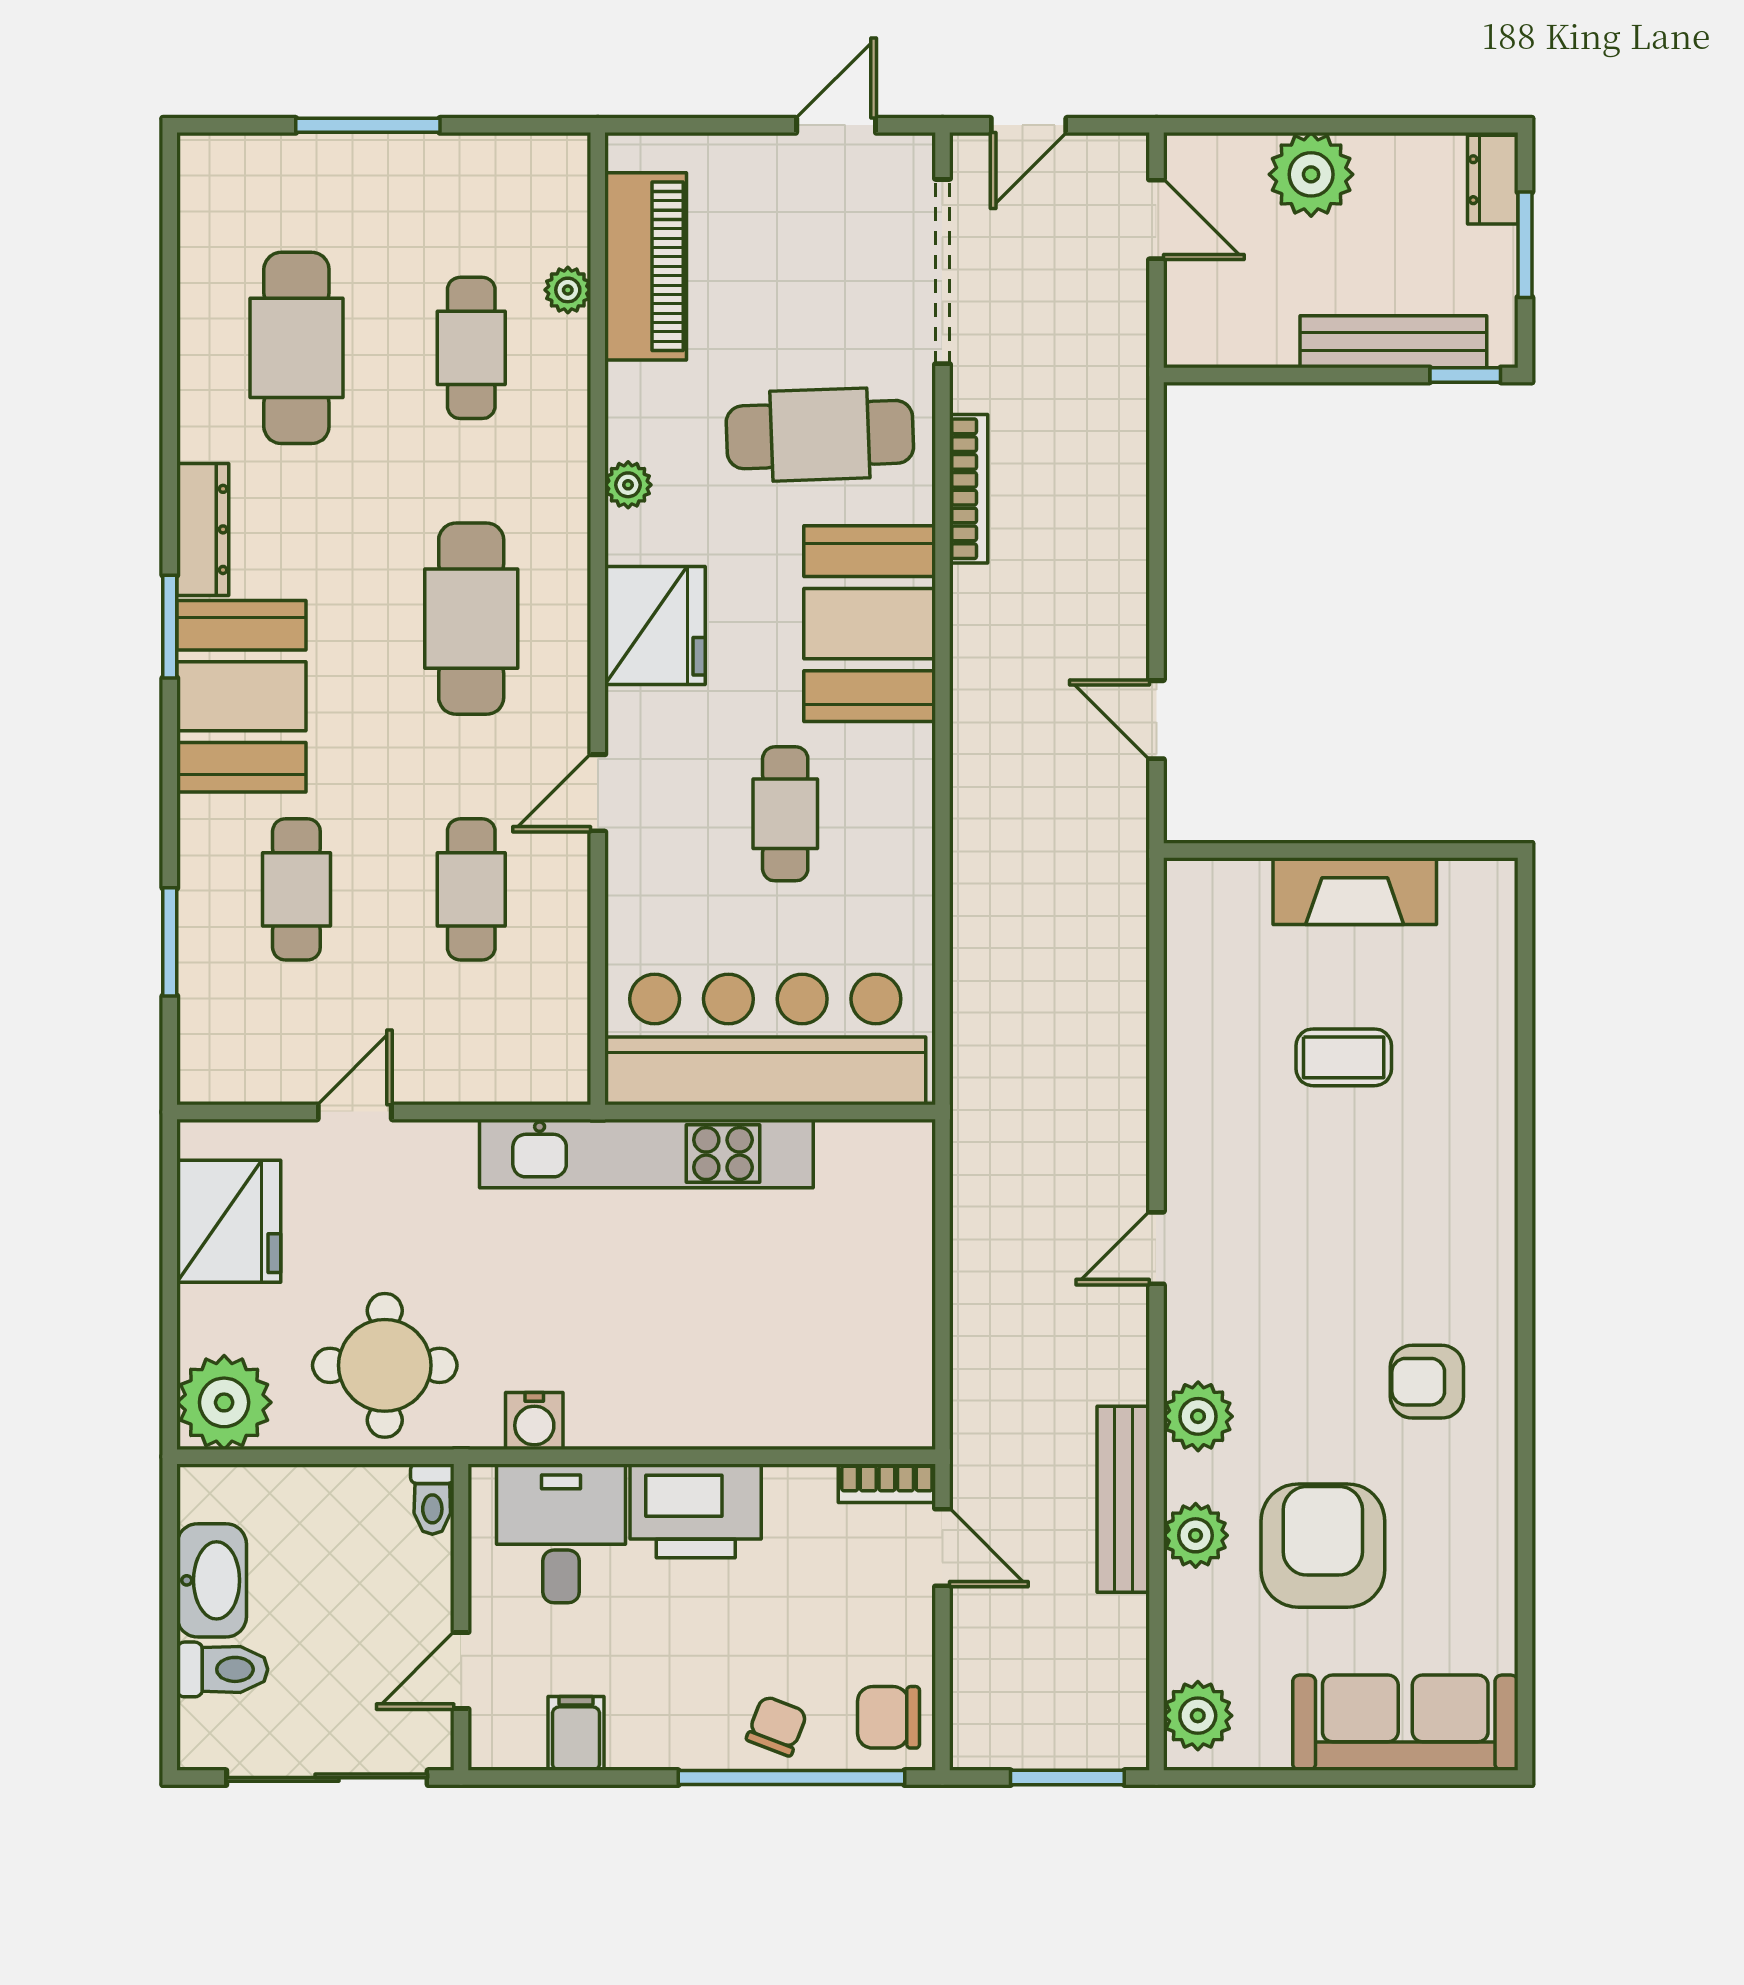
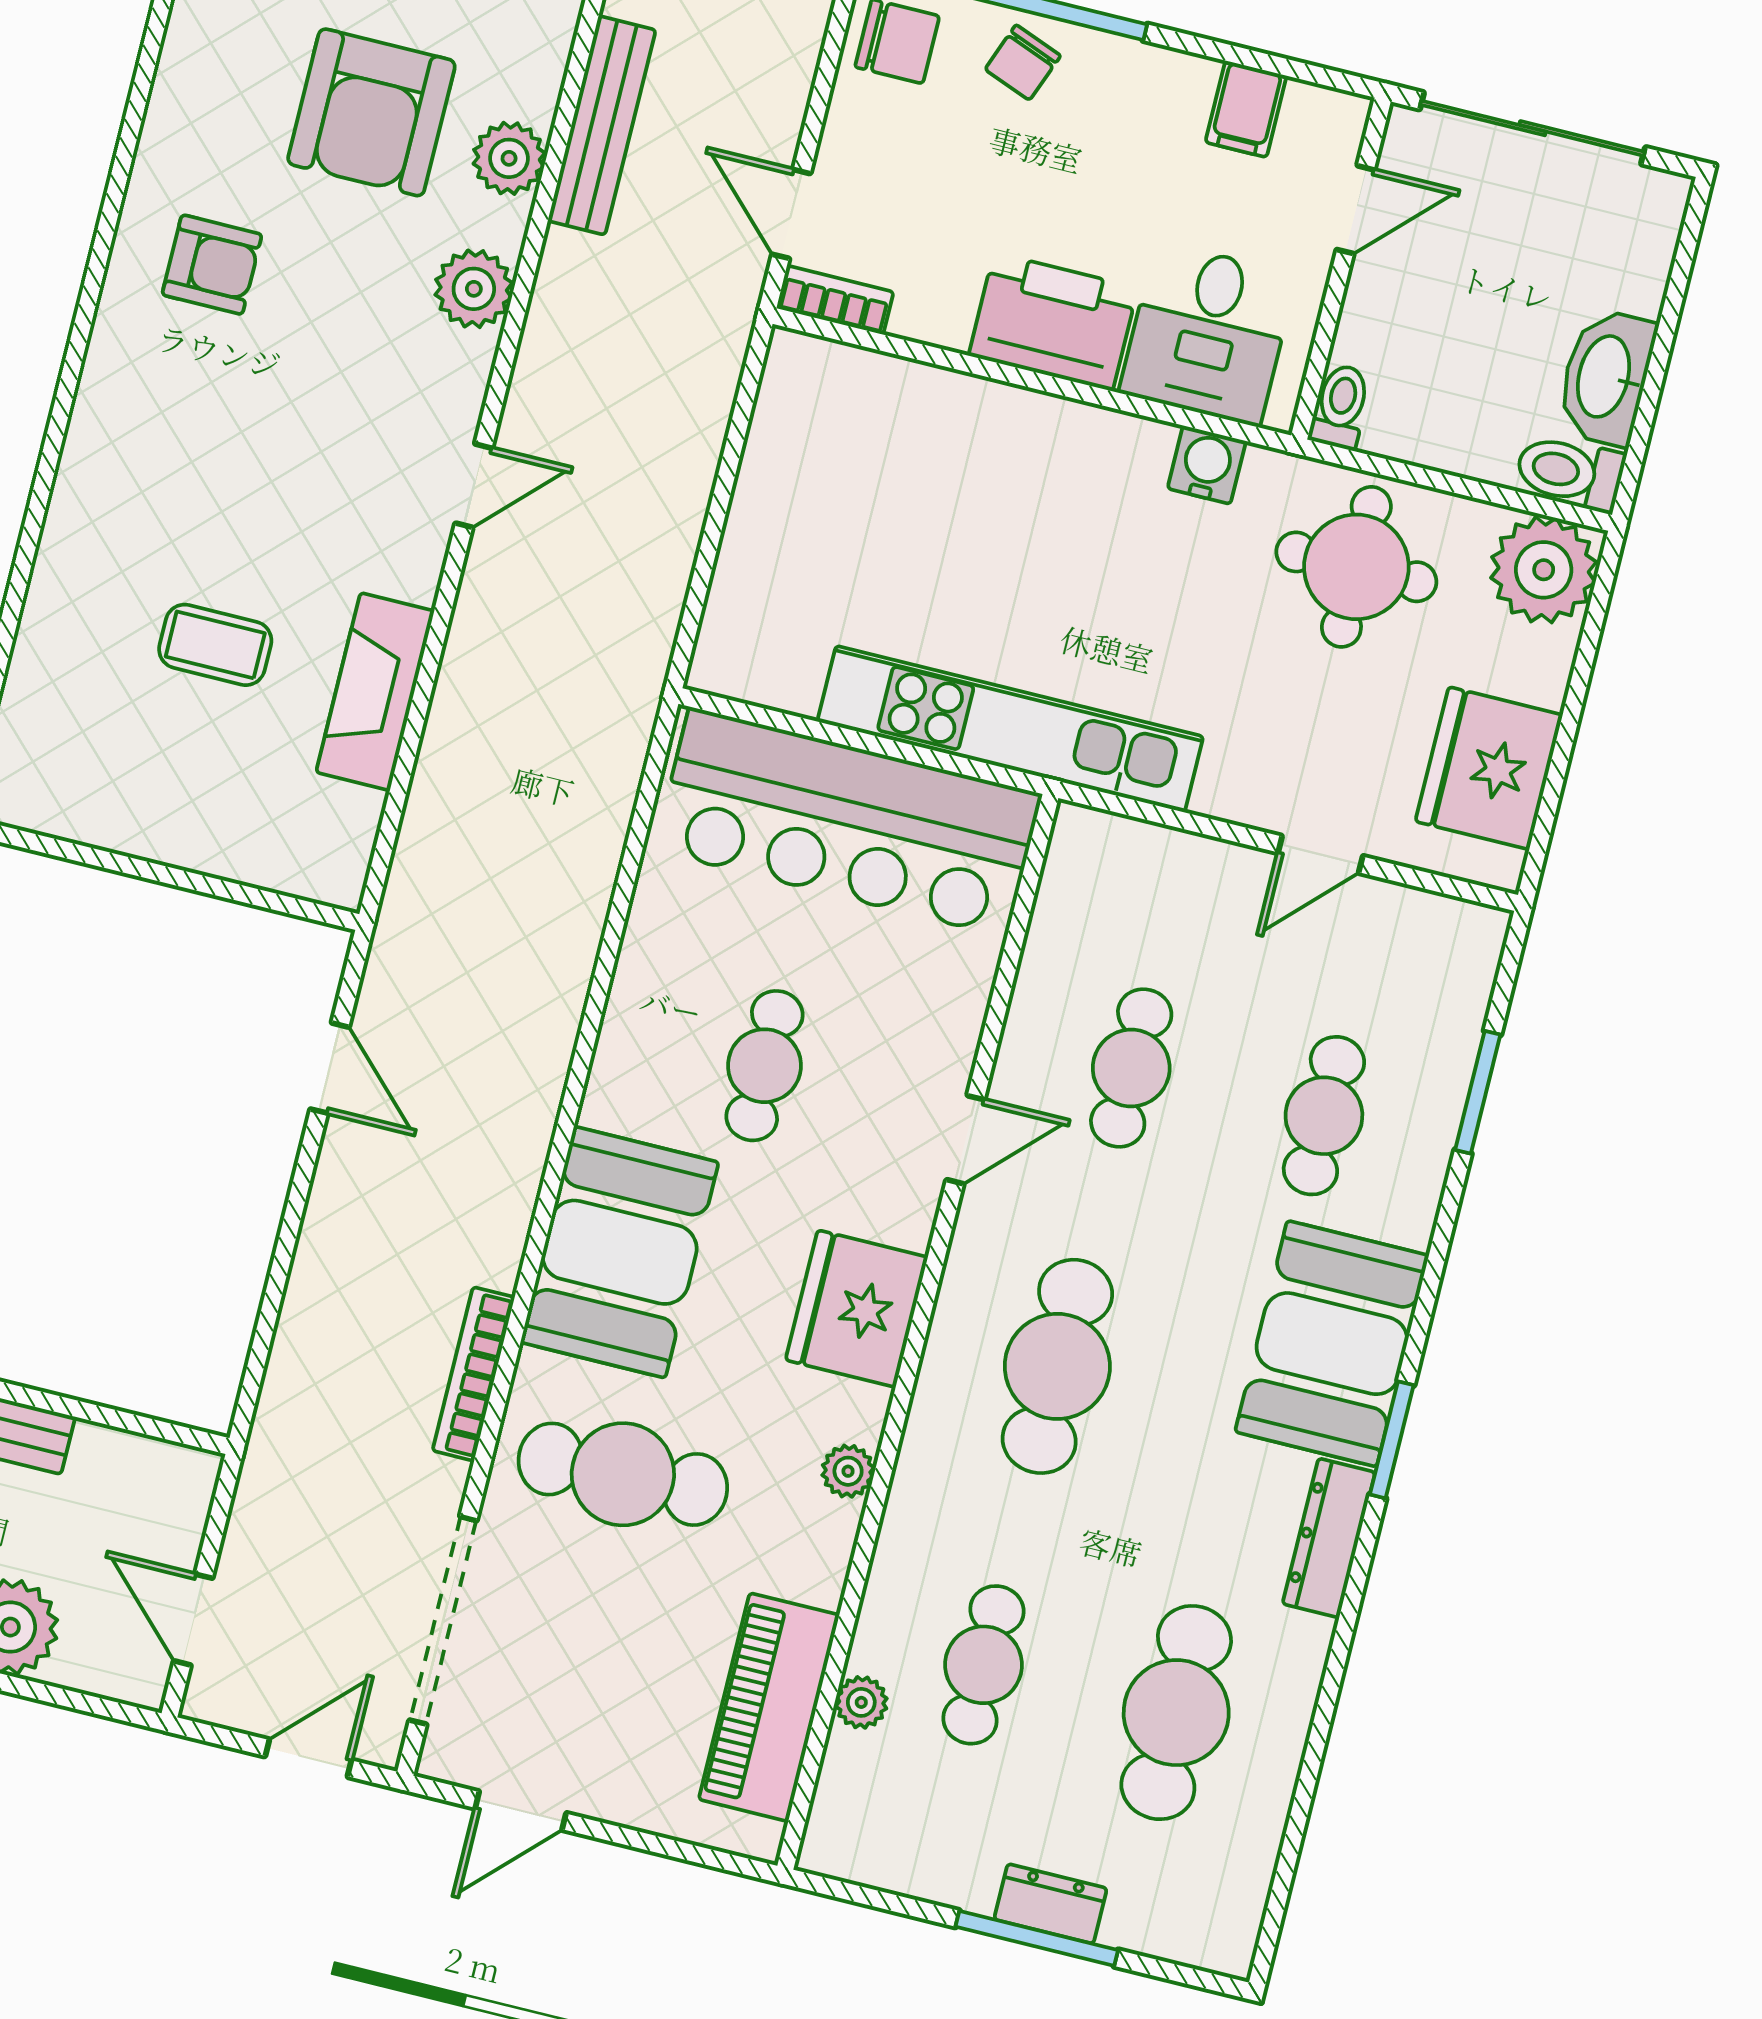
dresser: (363, 158) -> (1050, 1904), added
fireplace: (1355, 891) -> (375, 692), moved, turned -90
bench: (1123, 1499) -> (602, 125), moved
toilet: (222, 1669) -> (1570, 472), moved

